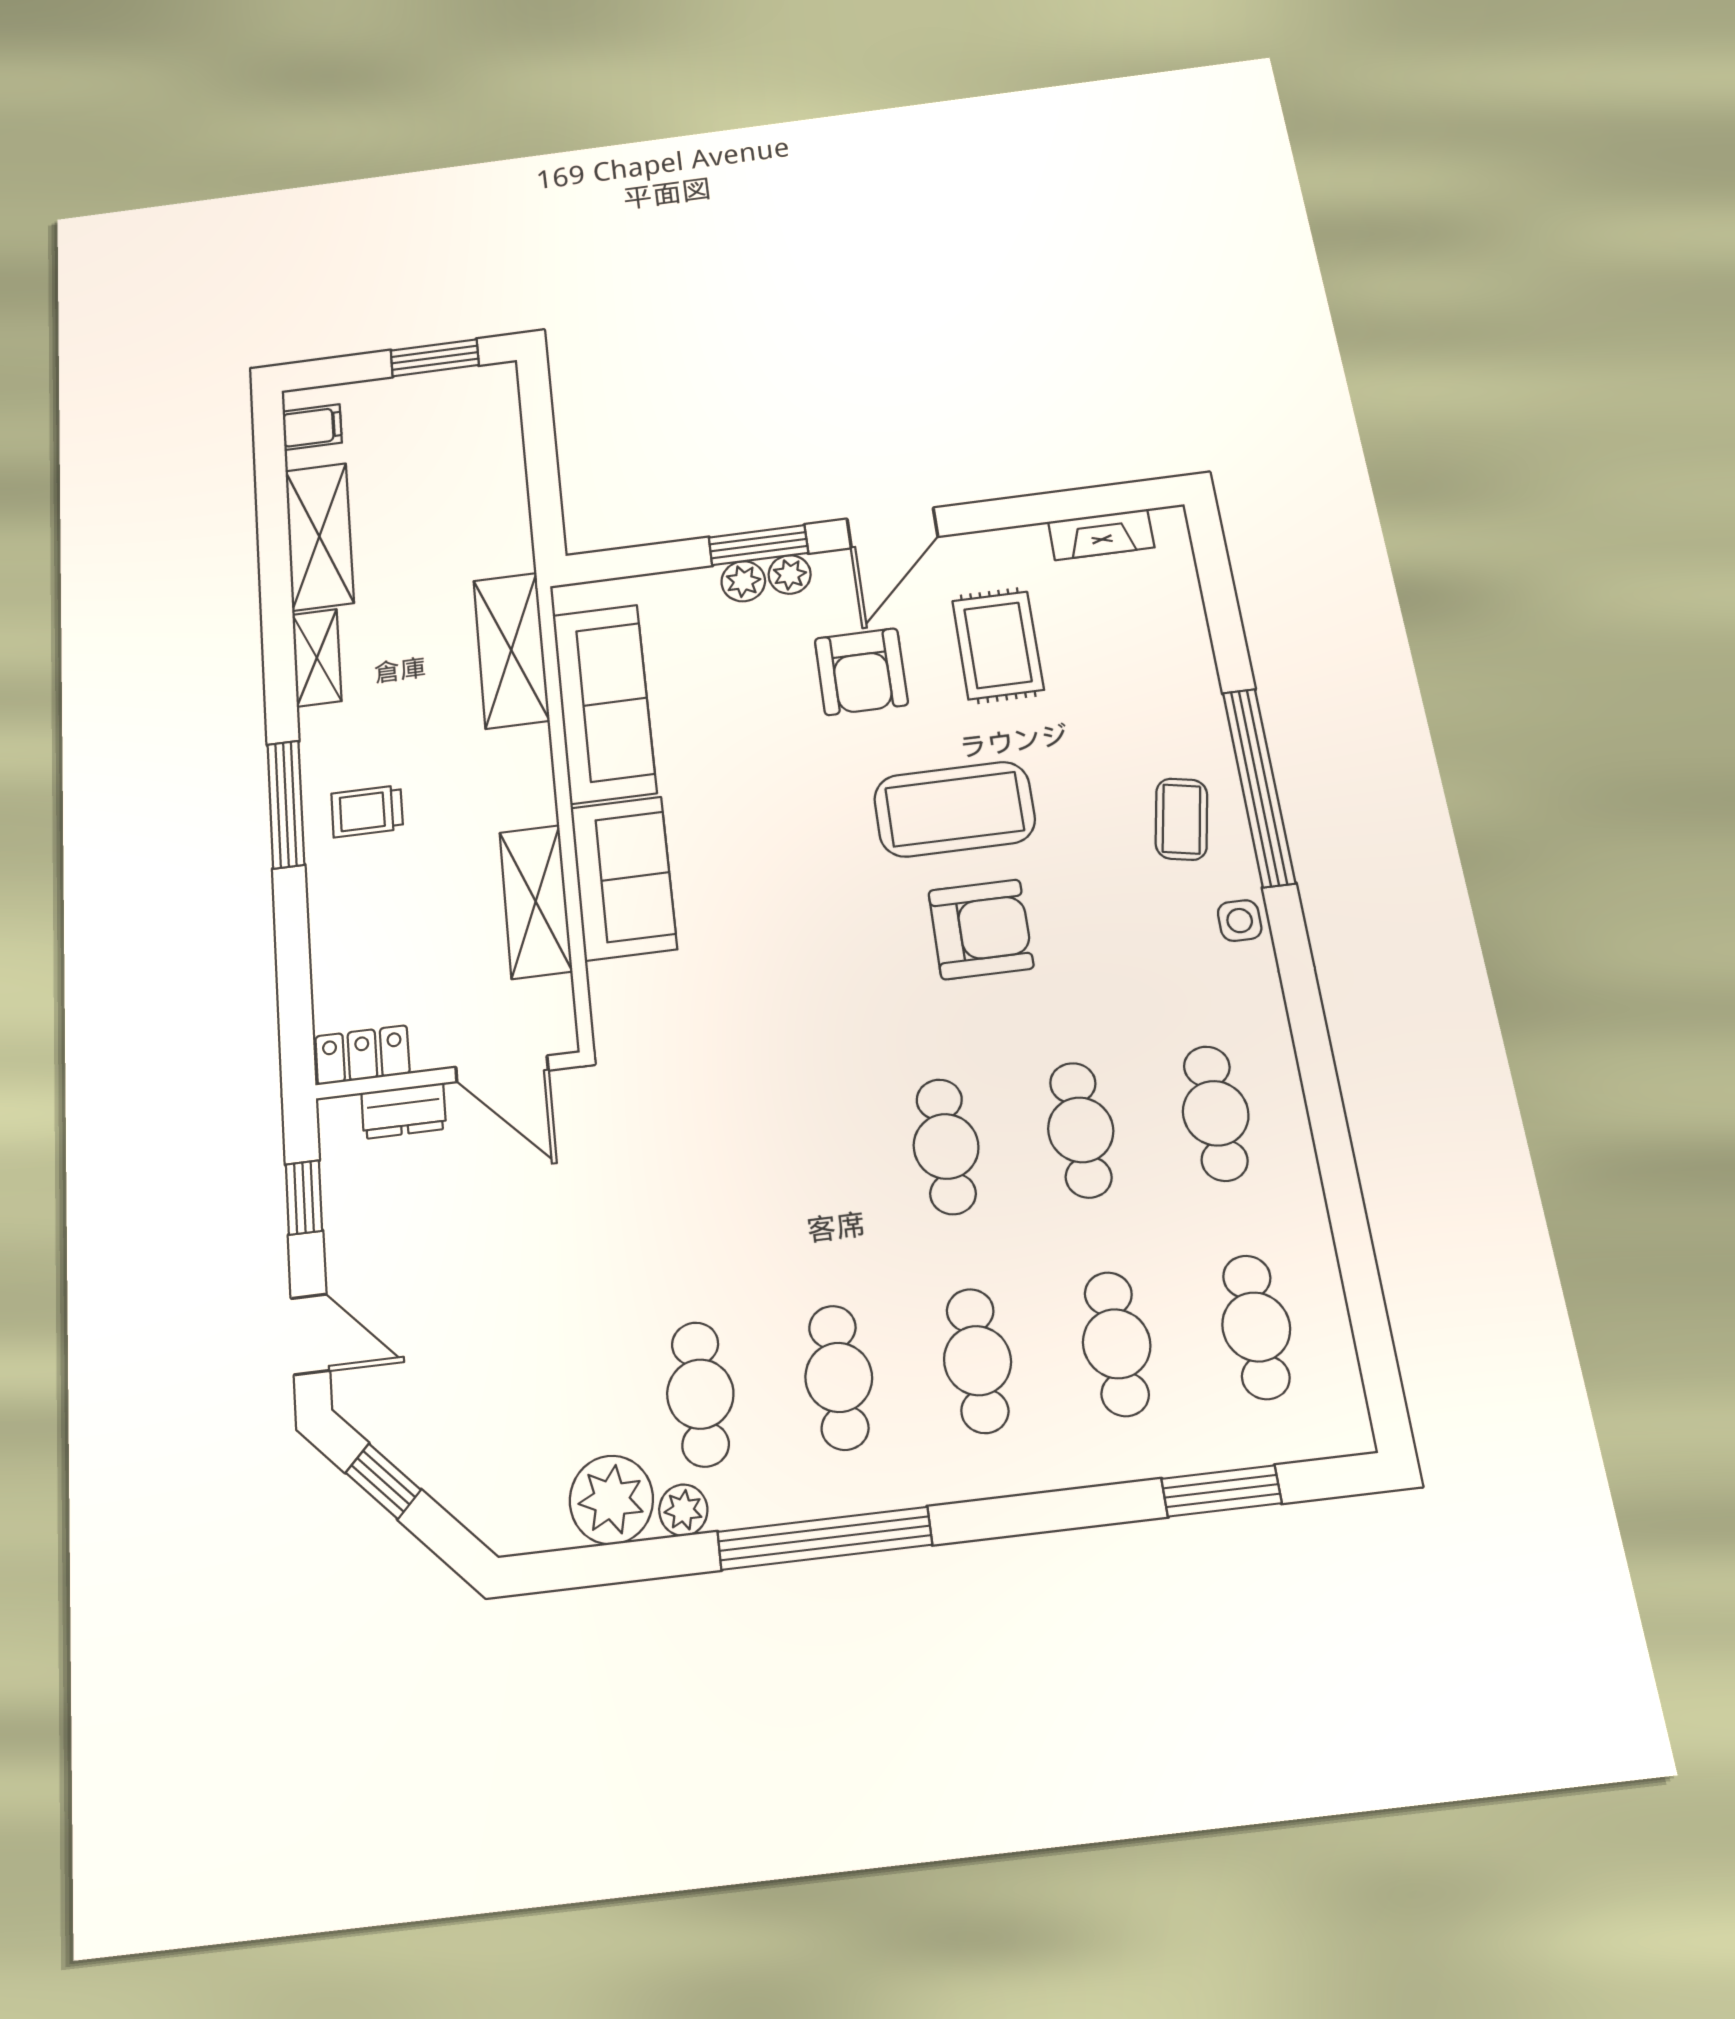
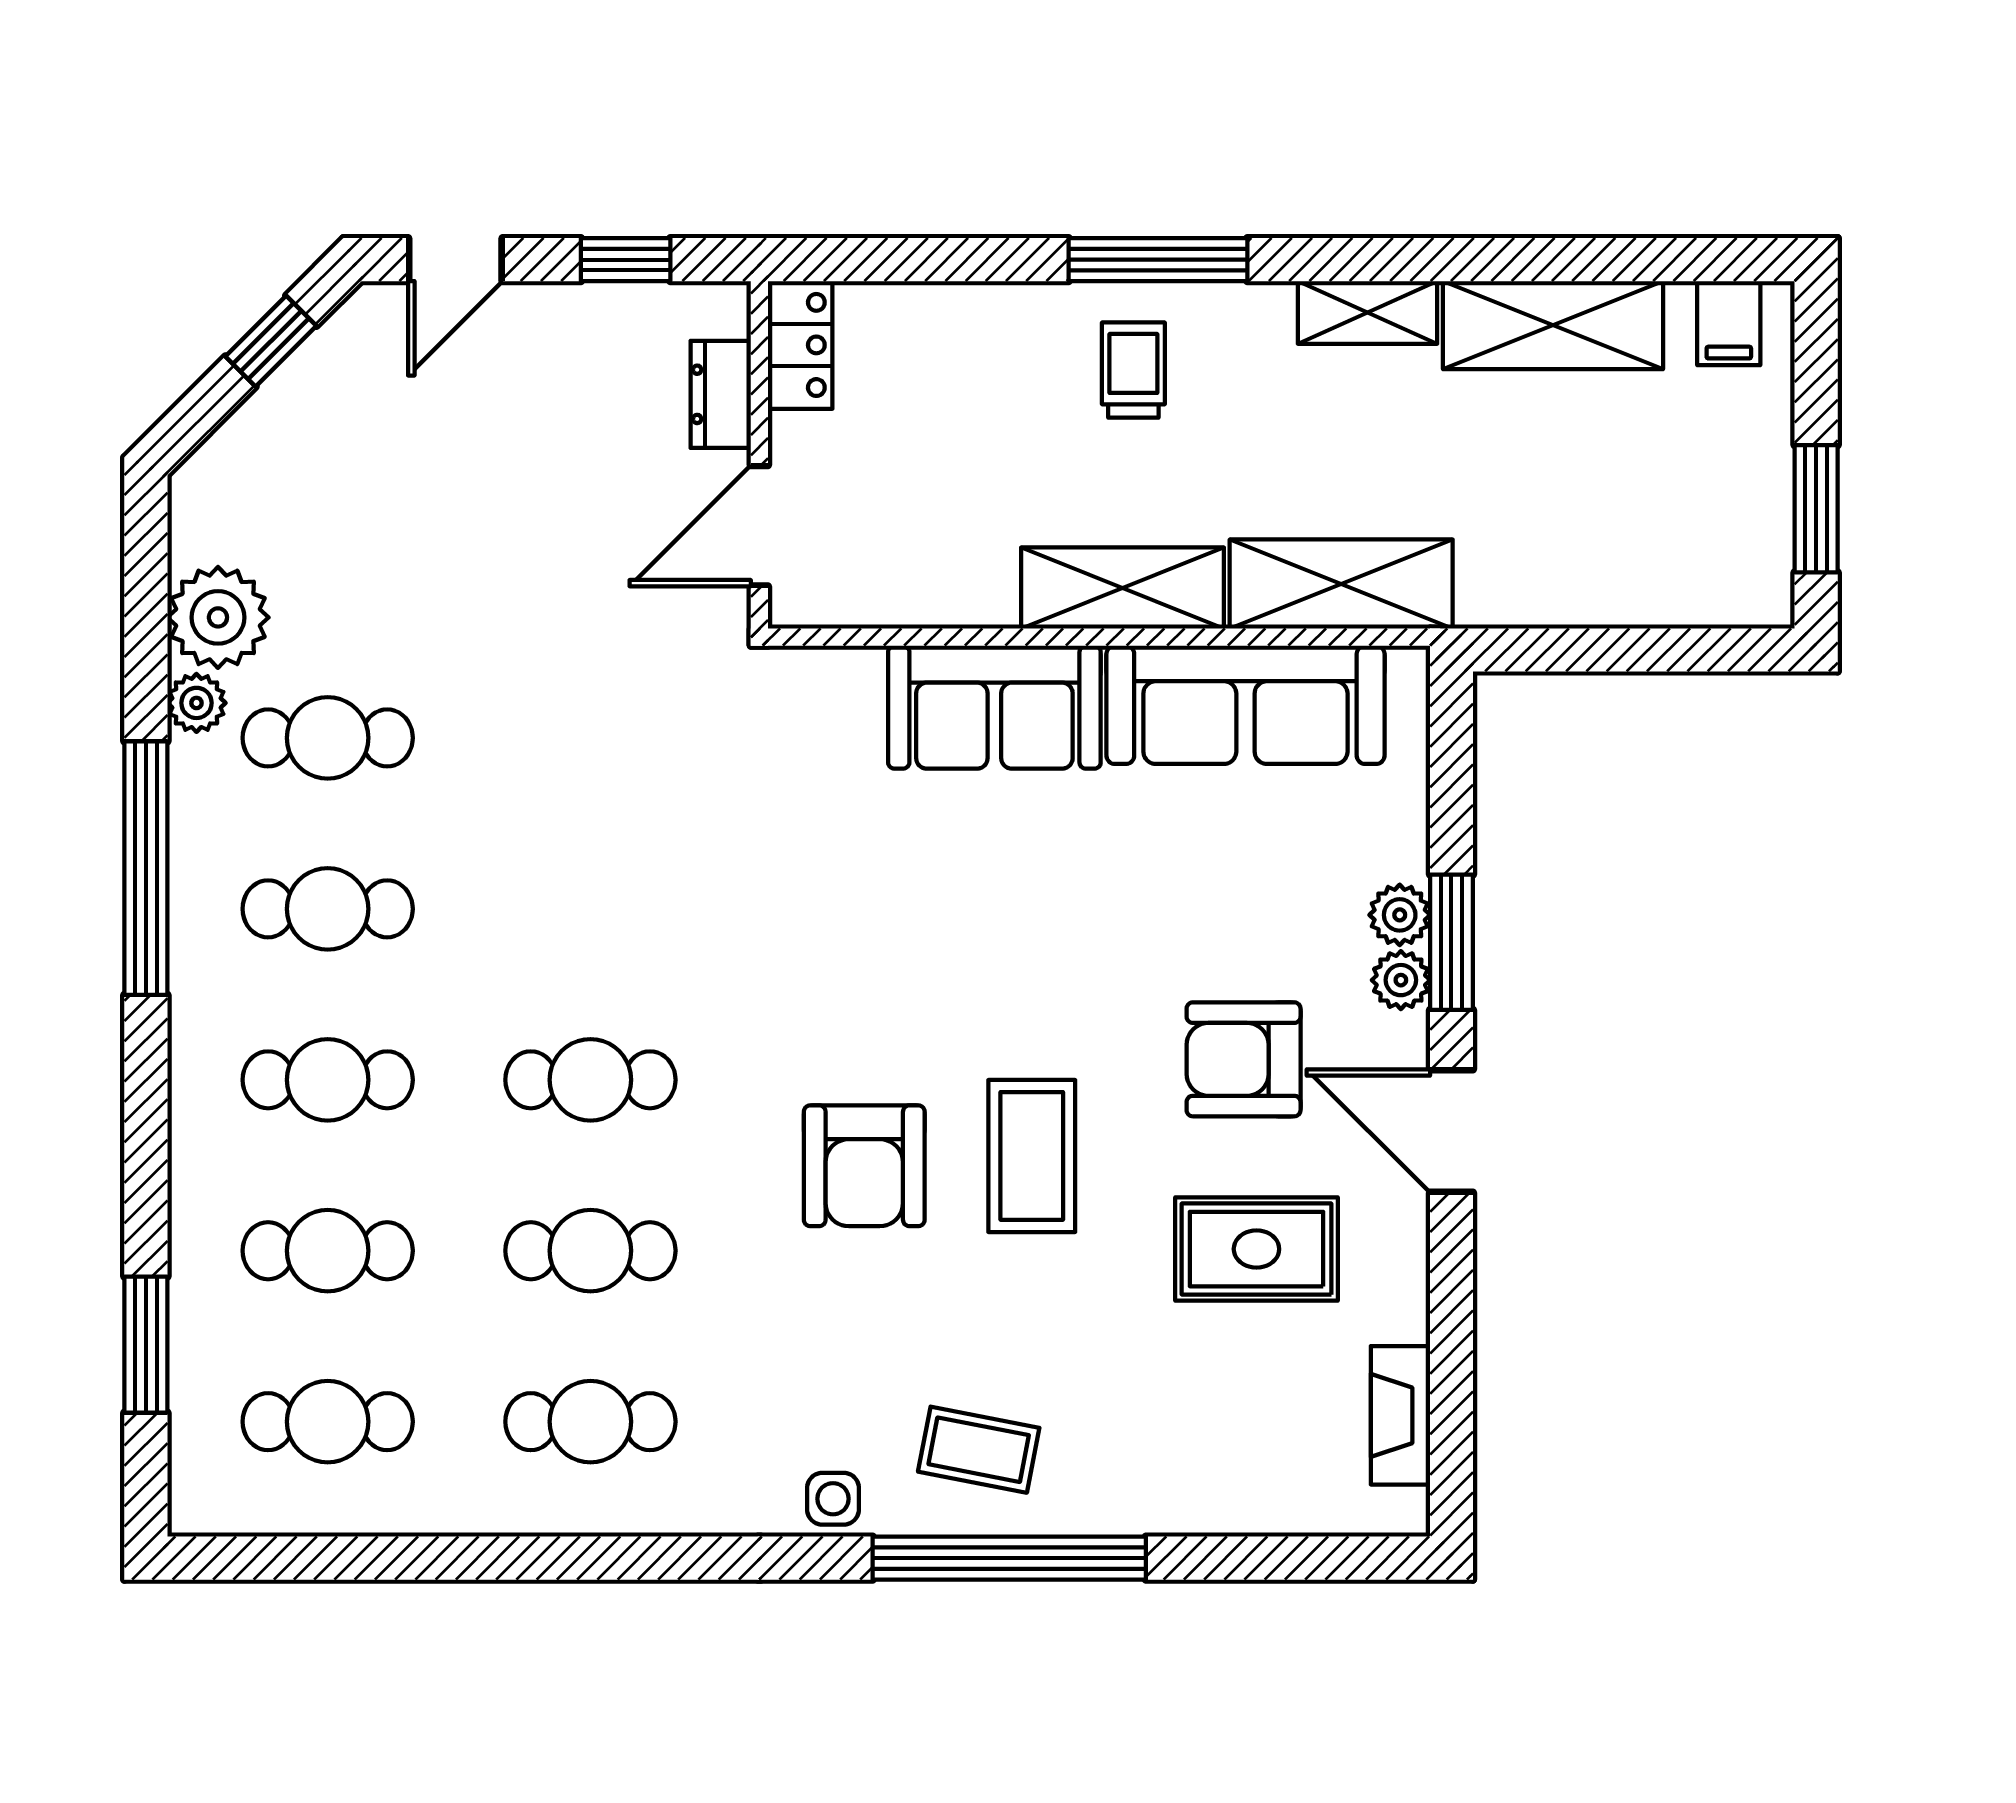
coffee table: (954, 809) -> (1032, 1156), width x0.73, depth x0.76
shelving: (536, 901) -> (1123, 588), moved

